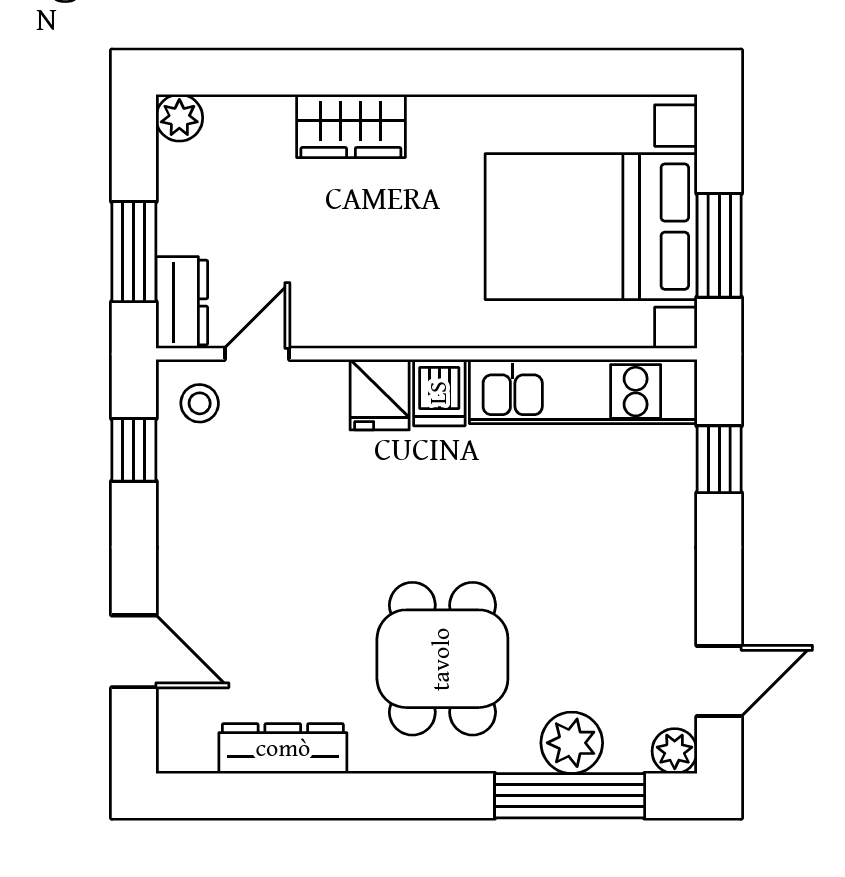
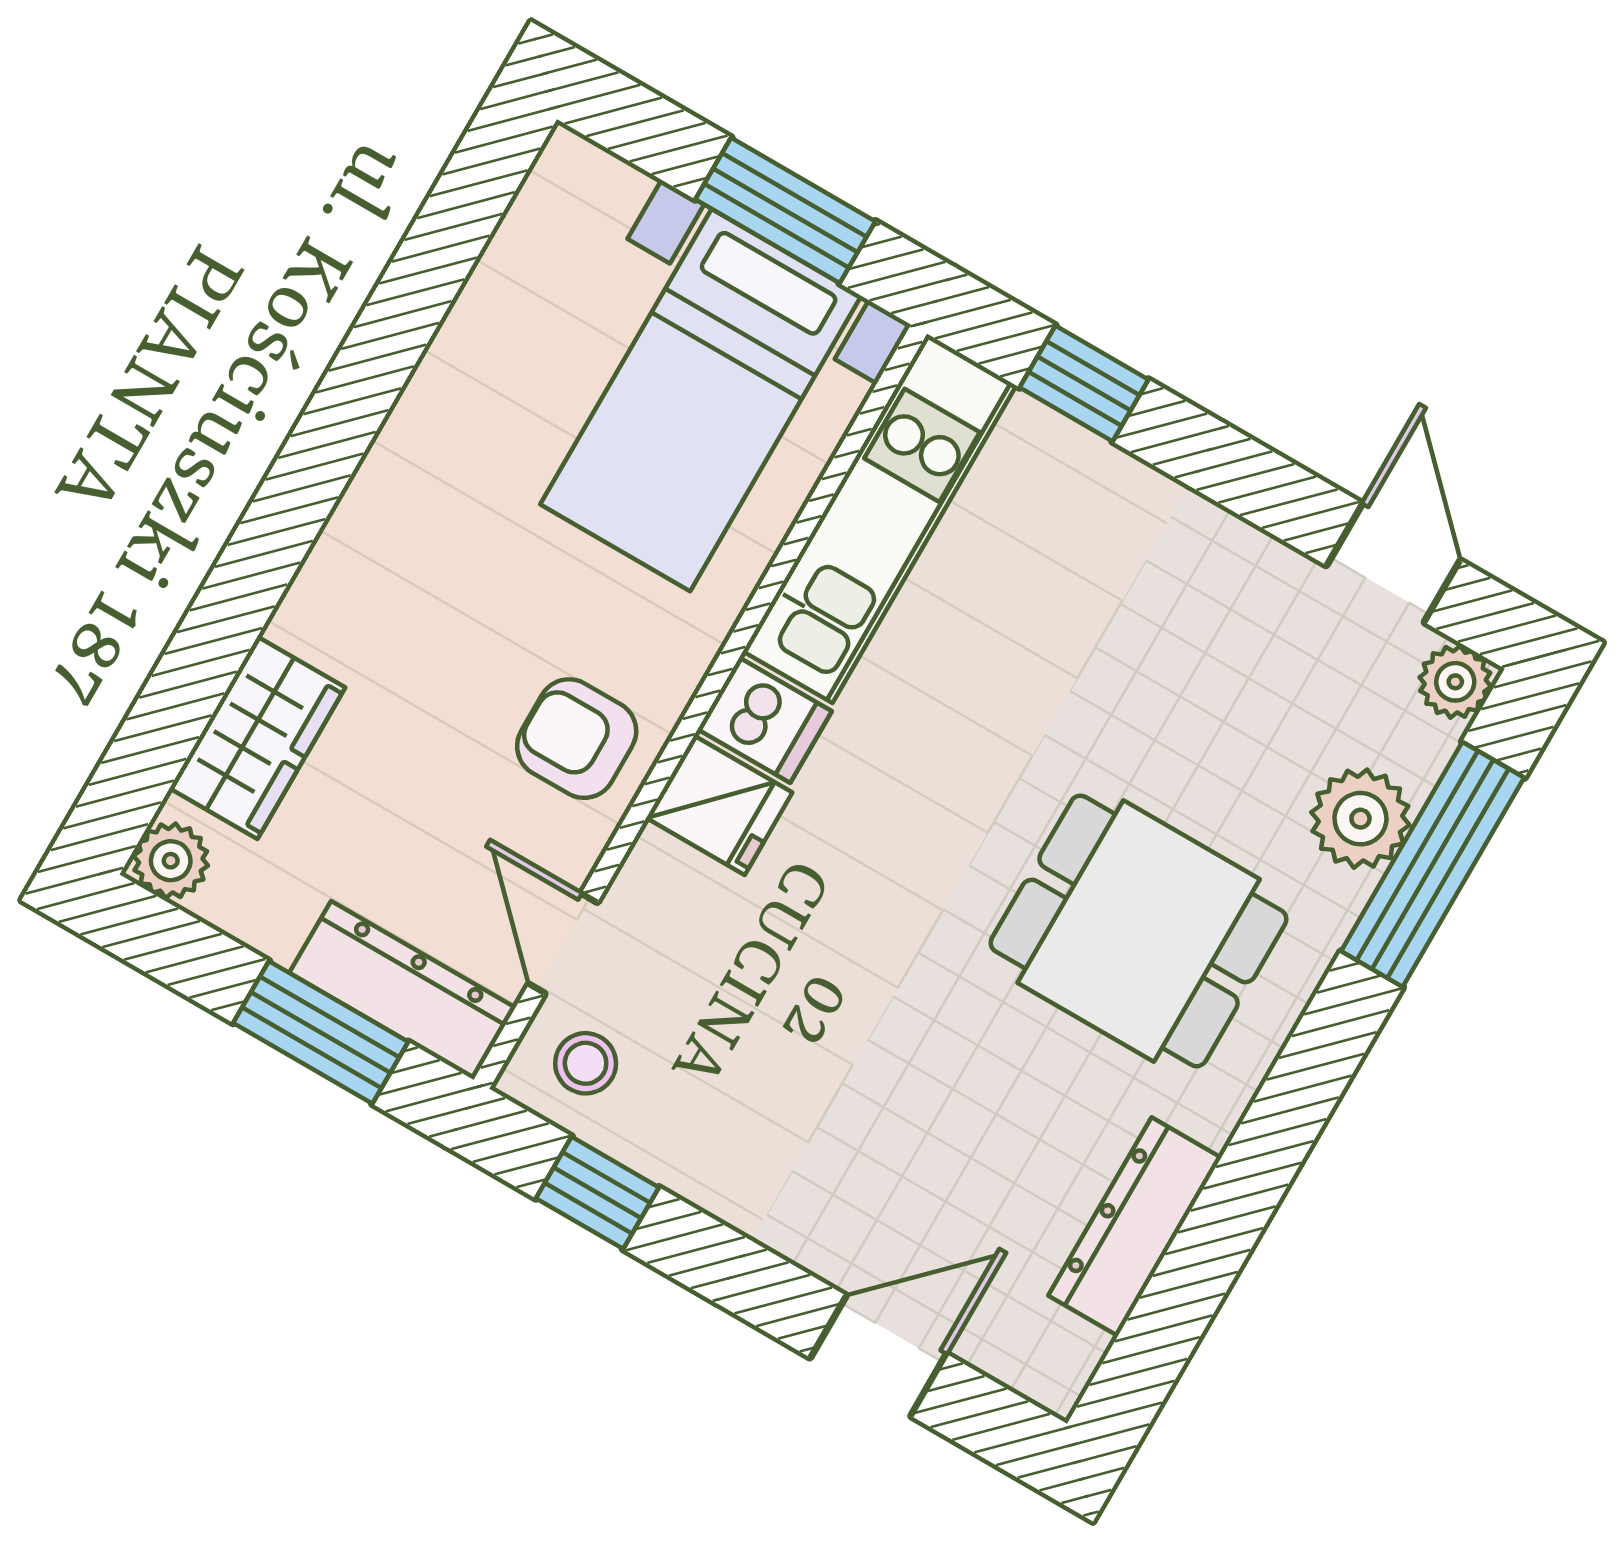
wardrobe: (351, 126) -> (257, 738), moved
bed with nightstands: (591, 227) -> (701, 400), width x0.73
armchair: (371, 298) -> (577, 739), added
dresser: (182, 302) -> (402, 990), width x1.44

